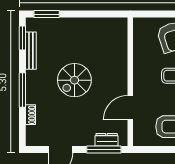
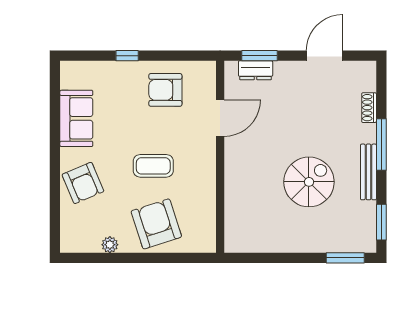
bench: (31, 51) -> (368, 172), moved
spiral stairs: (74, 80) -> (309, 182), moved
window: (104, 149) -> (260, 56), width x0.69

